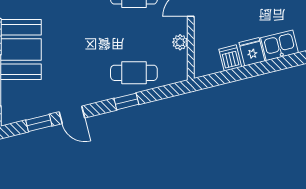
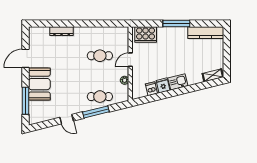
window: (126, 101) -> (96, 112), width x2.17
window: (39, 123) -> (49, 123), removed

